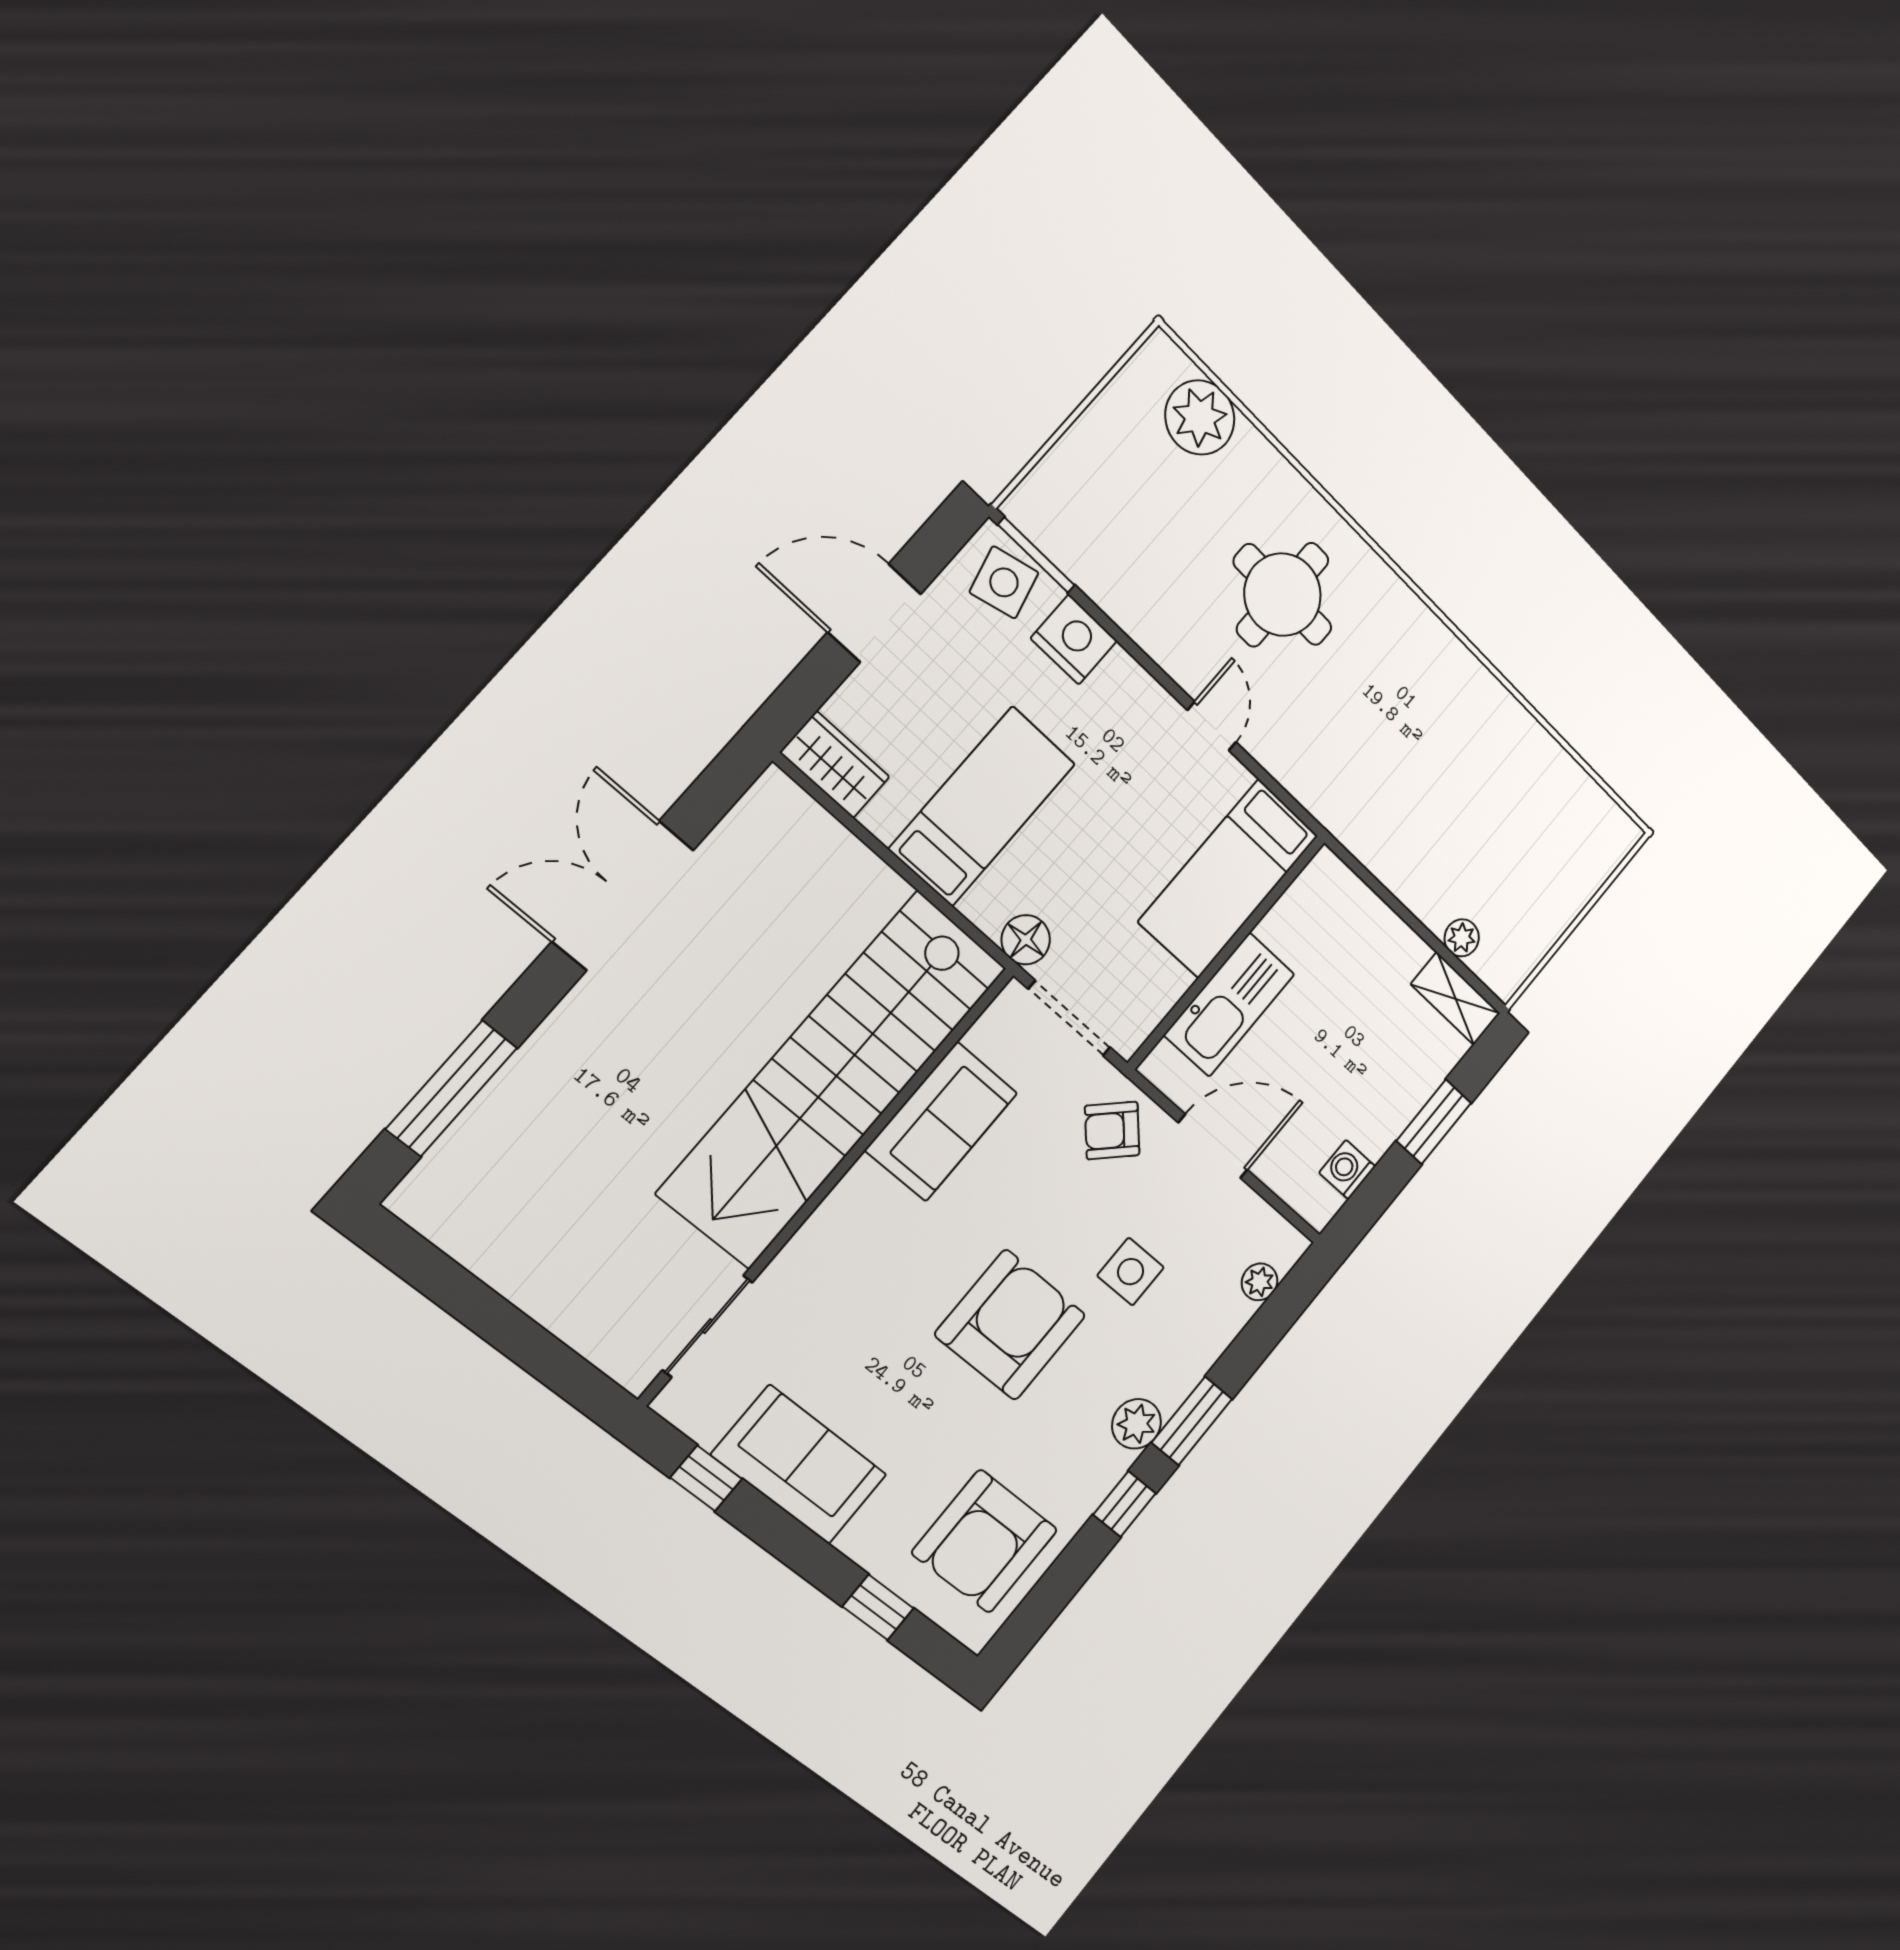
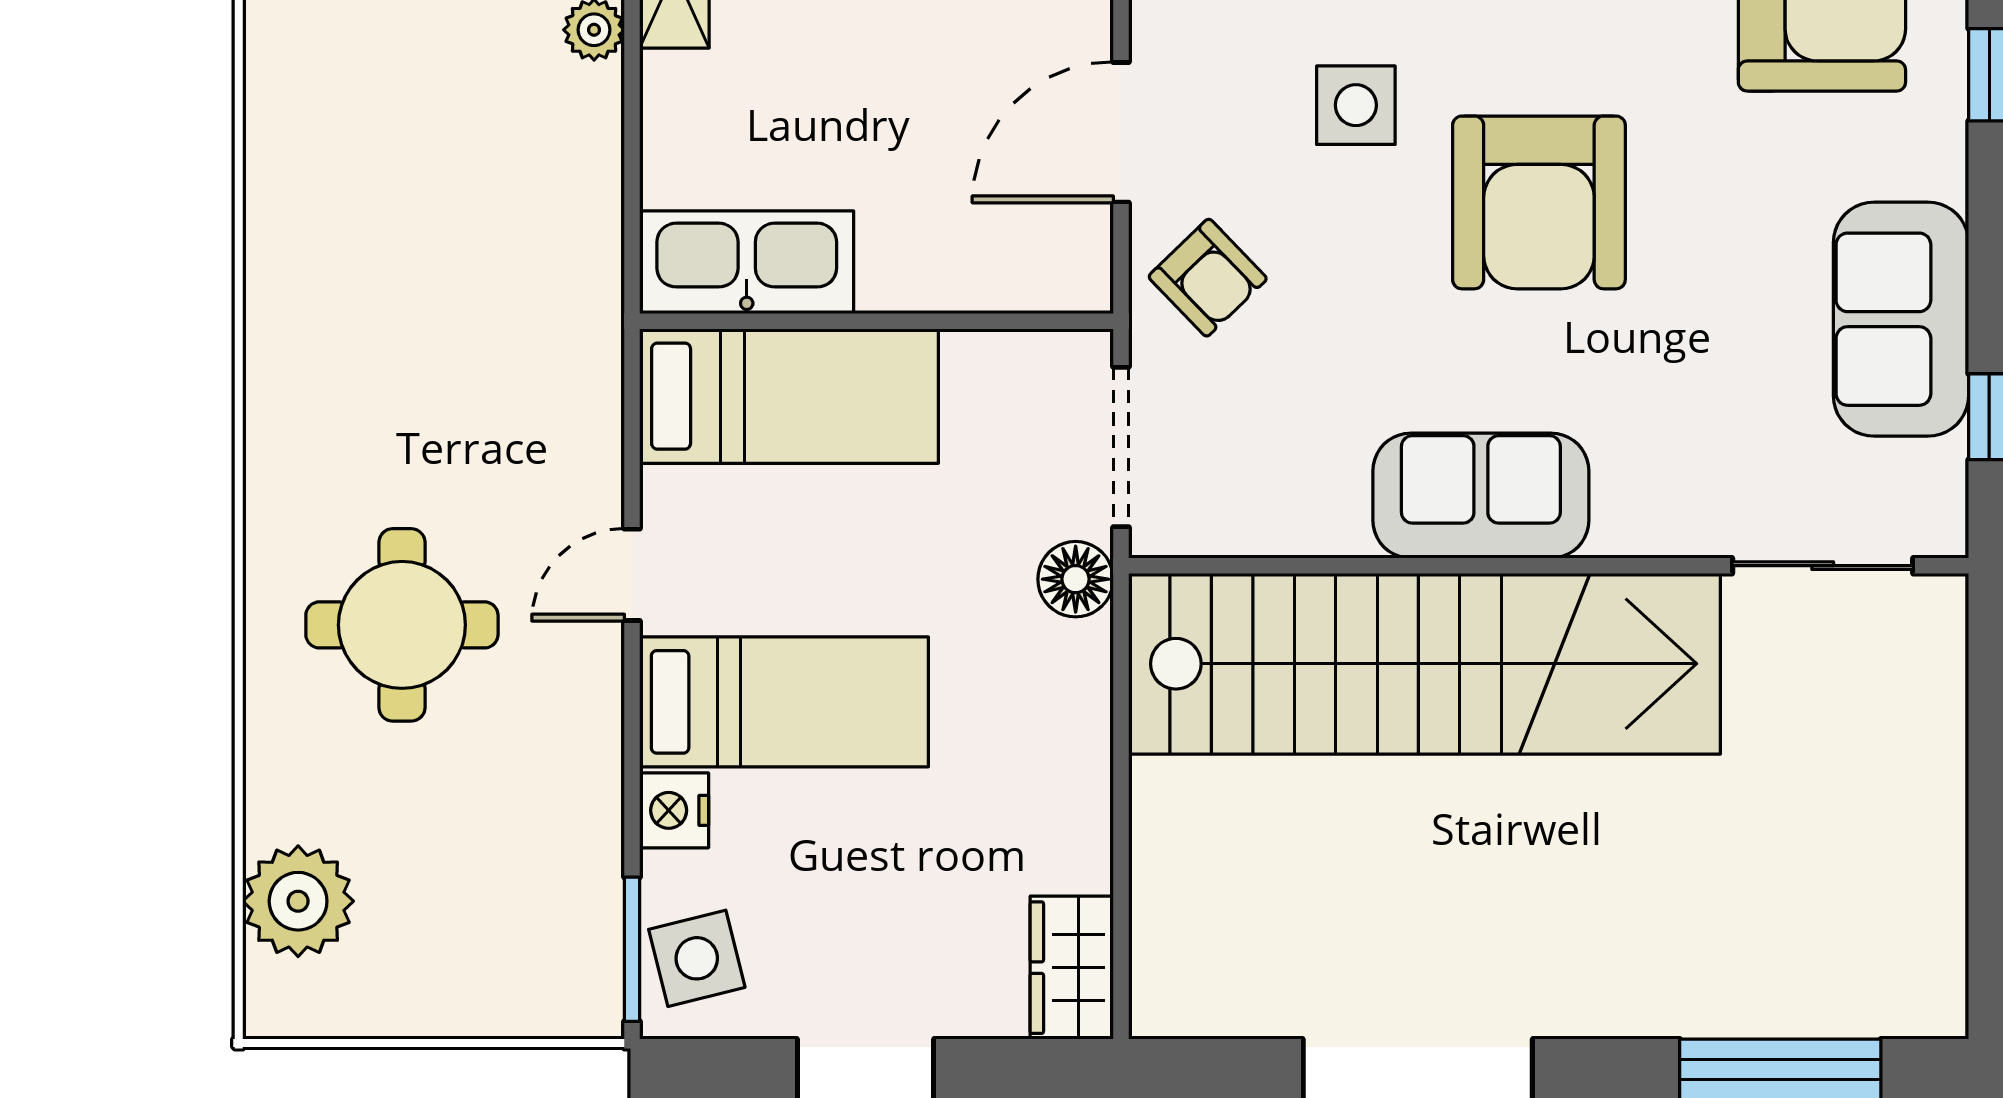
nightstand: (1074, 639) -> (674, 810), width x0.74, depth x0.75
bed: (982, 806) -> (784, 702), moved, turned 180
kitchen sink: (1229, 1005) -> (747, 262), moved
sofa: (941, 1121) -> (1481, 496), moved
door: (1213, 1146) -> (1121, 132), hinge flipped
armchair: (1010, 1325) -> (1539, 202), turned -90

